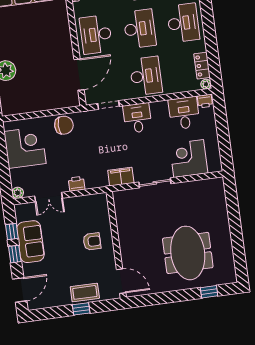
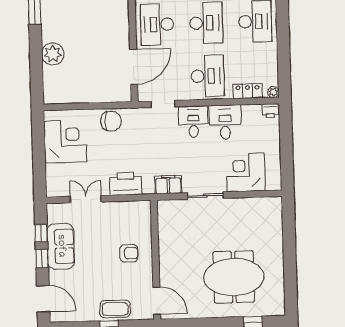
locker: (202, 66) -> (248, 91), moved, turned 90
desk: (184, 113) -> (225, 122), moved
printer: (77, 184) -> (126, 184), width x1.87, depth x1.48
plant: (18, 193) -> (52, 191), removed
double door: (49, 197) -> (86, 199), swing flipped
meeting table: (188, 253) -> (234, 277), turned 90
door: (20, 290) -> (43, 299), hinge flipped

